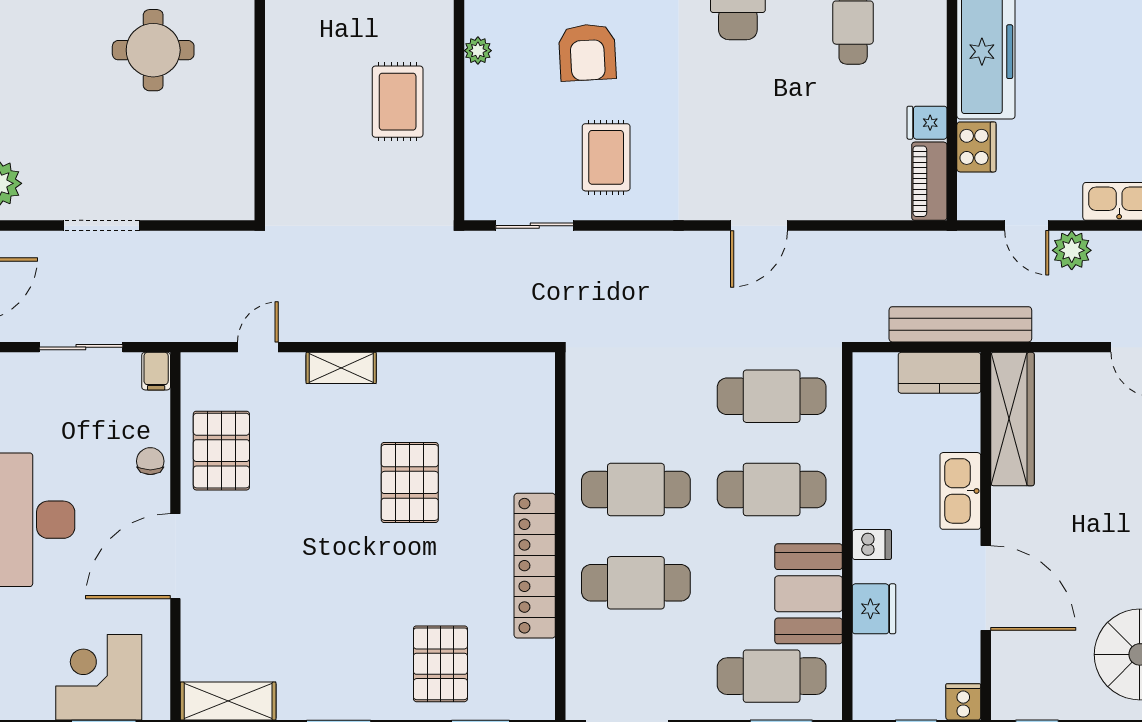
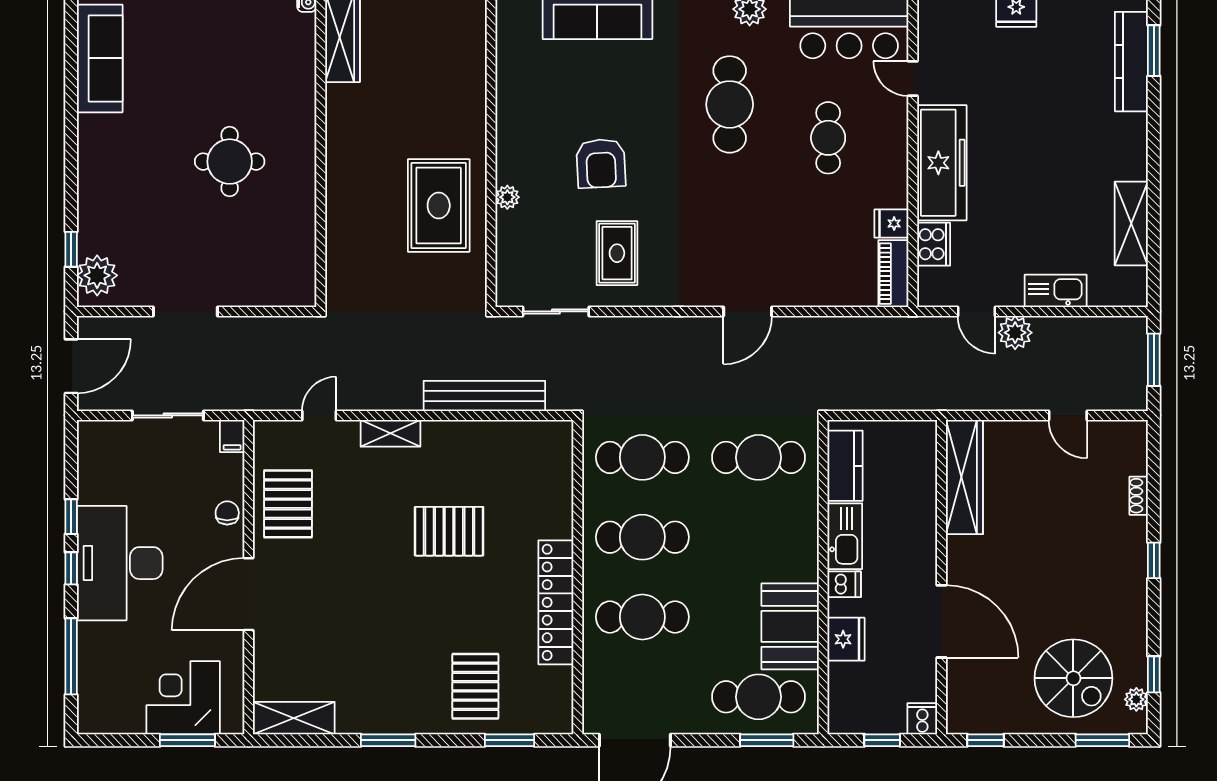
plant: (478, 51) -> (507, 197), moved
rug: (398, 102) -> (439, 206), width x1.36, depth x1.43
bench: (960, 324) -> (484, 396), moved
kitchen counter: (939, 373) -> (845, 466), moved, turned -90
pallet: (410, 482) -> (449, 531), turned 90
cafe table: (772, 490) -> (642, 457), moved
kitchen sink: (960, 491) -> (845, 536), moved, turned 180

